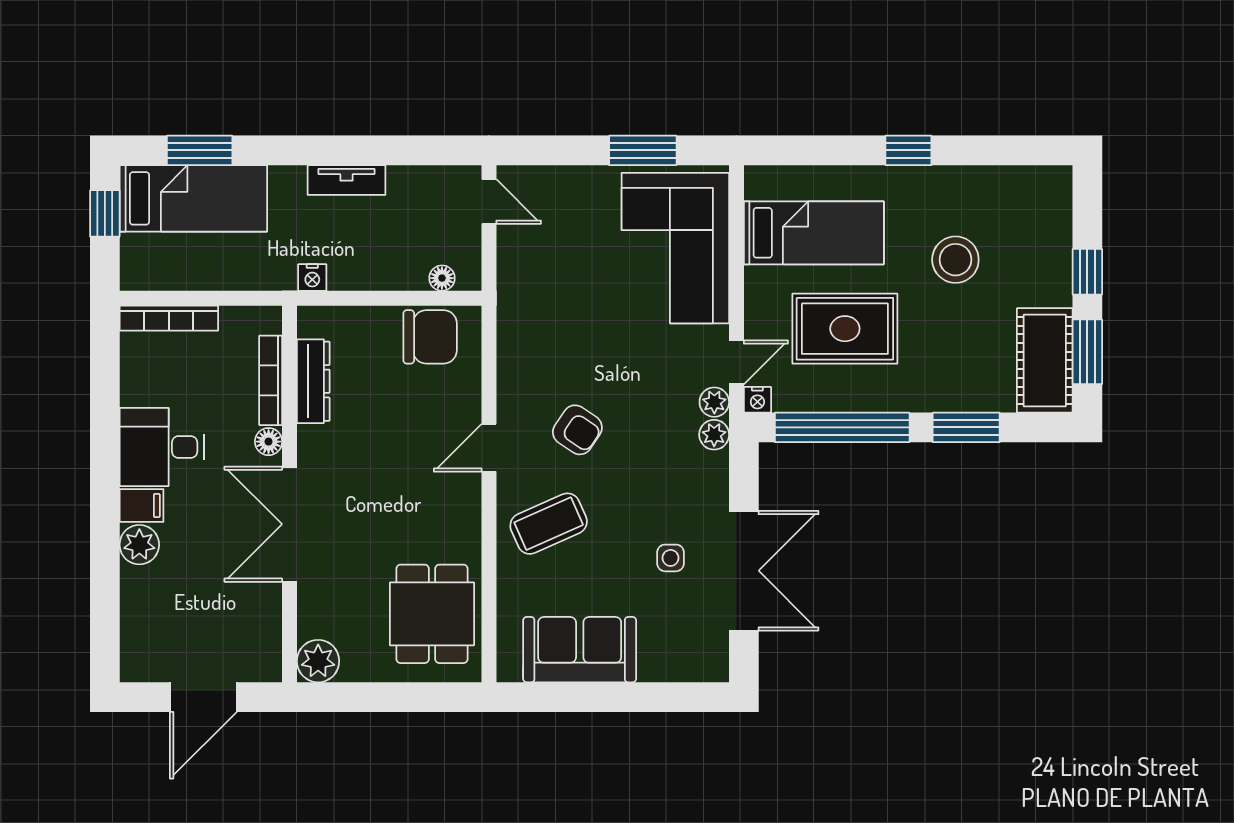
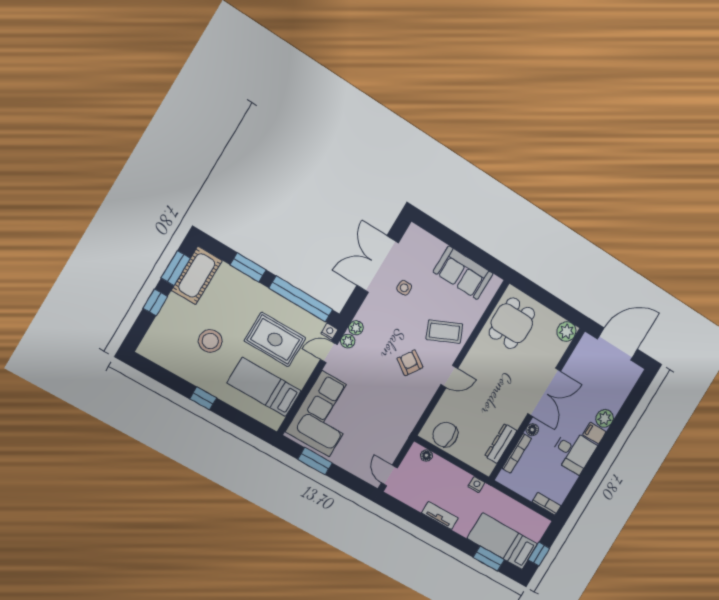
bookcase: (169, 318) -> (547, 504), width x0.64
door: (203, 697) -> (618, 344), width x1.36

